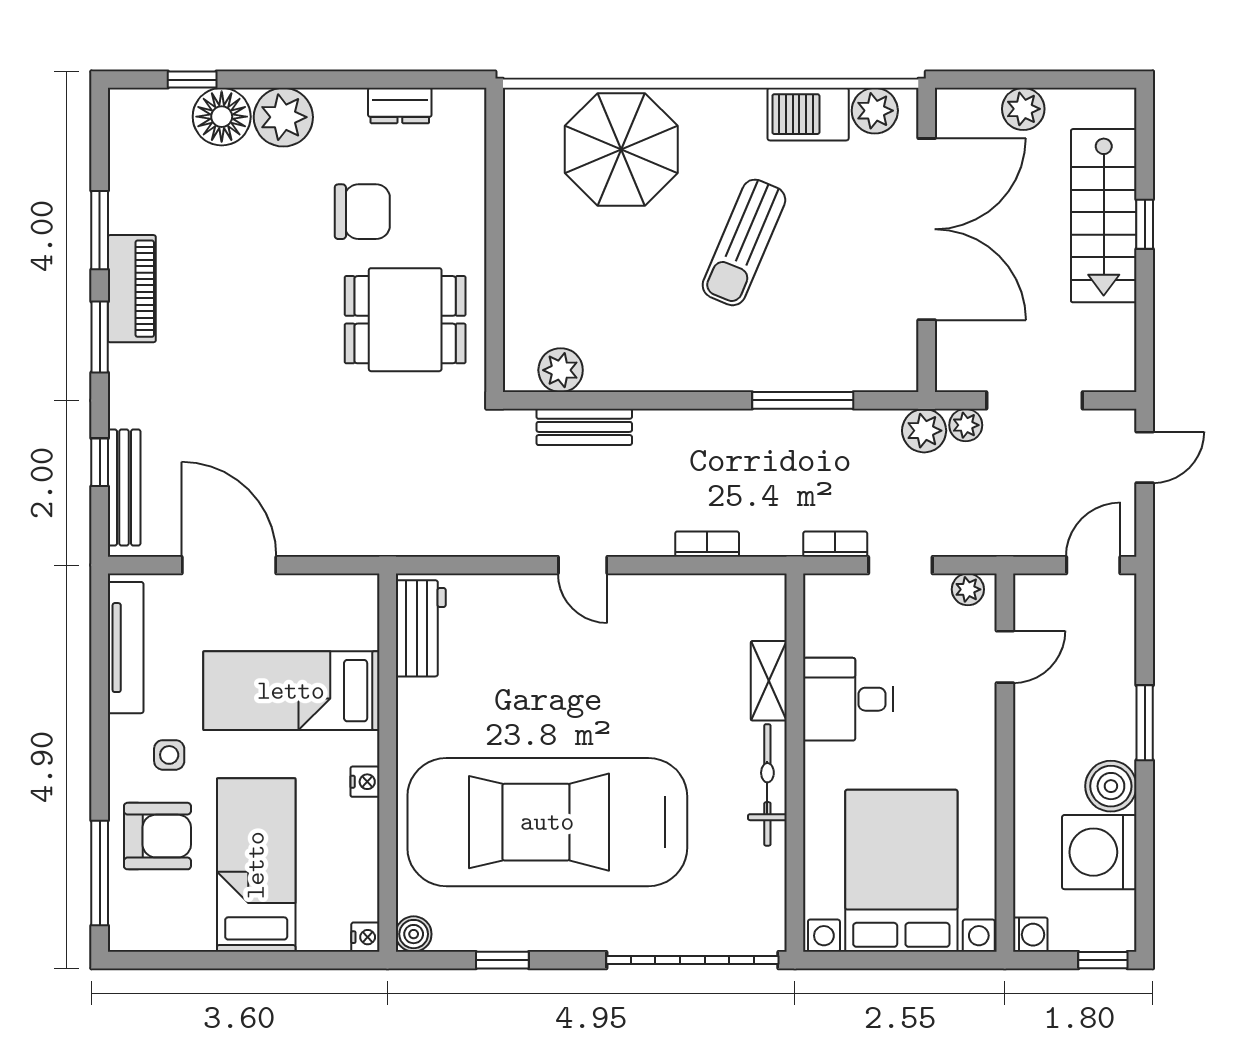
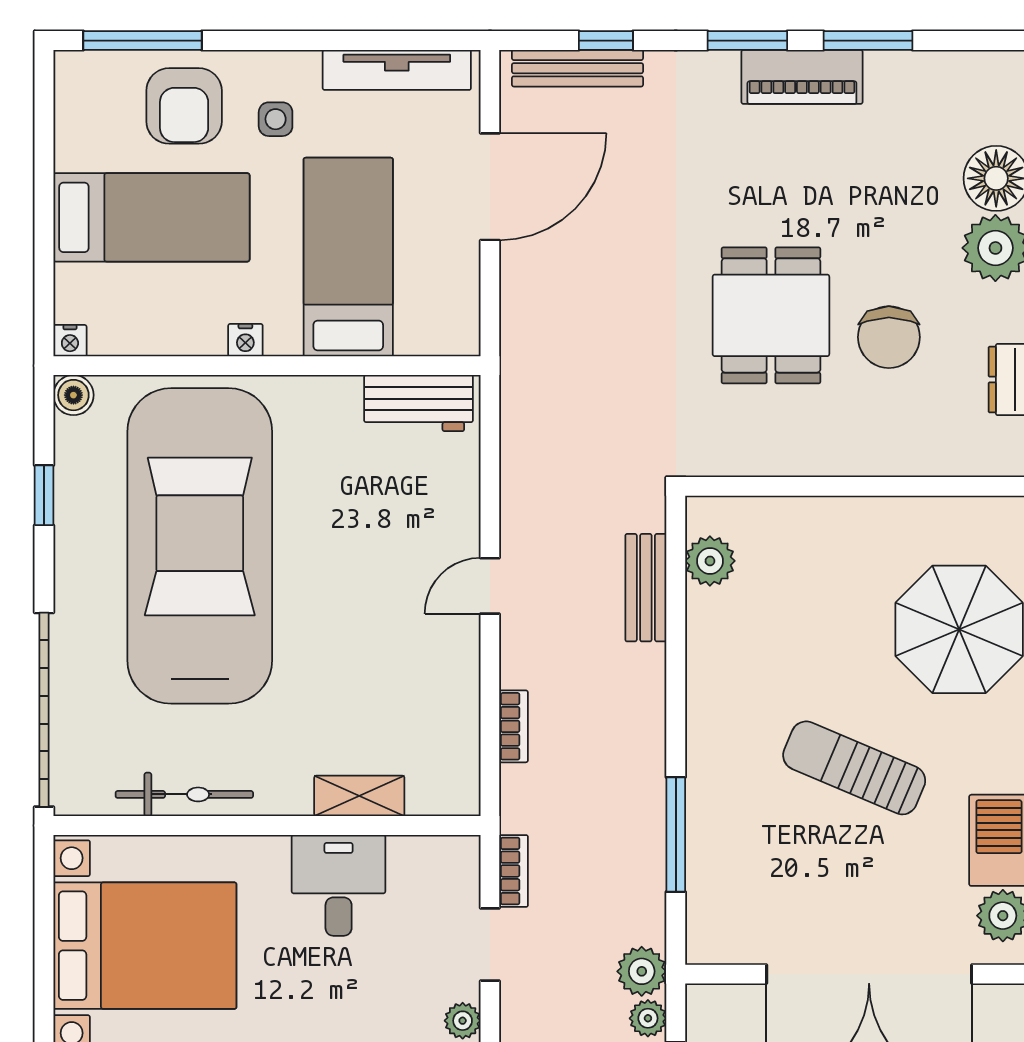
dining table: (405, 320) -> (771, 315), moved
bicycle: (767, 785) -> (184, 794), moved

